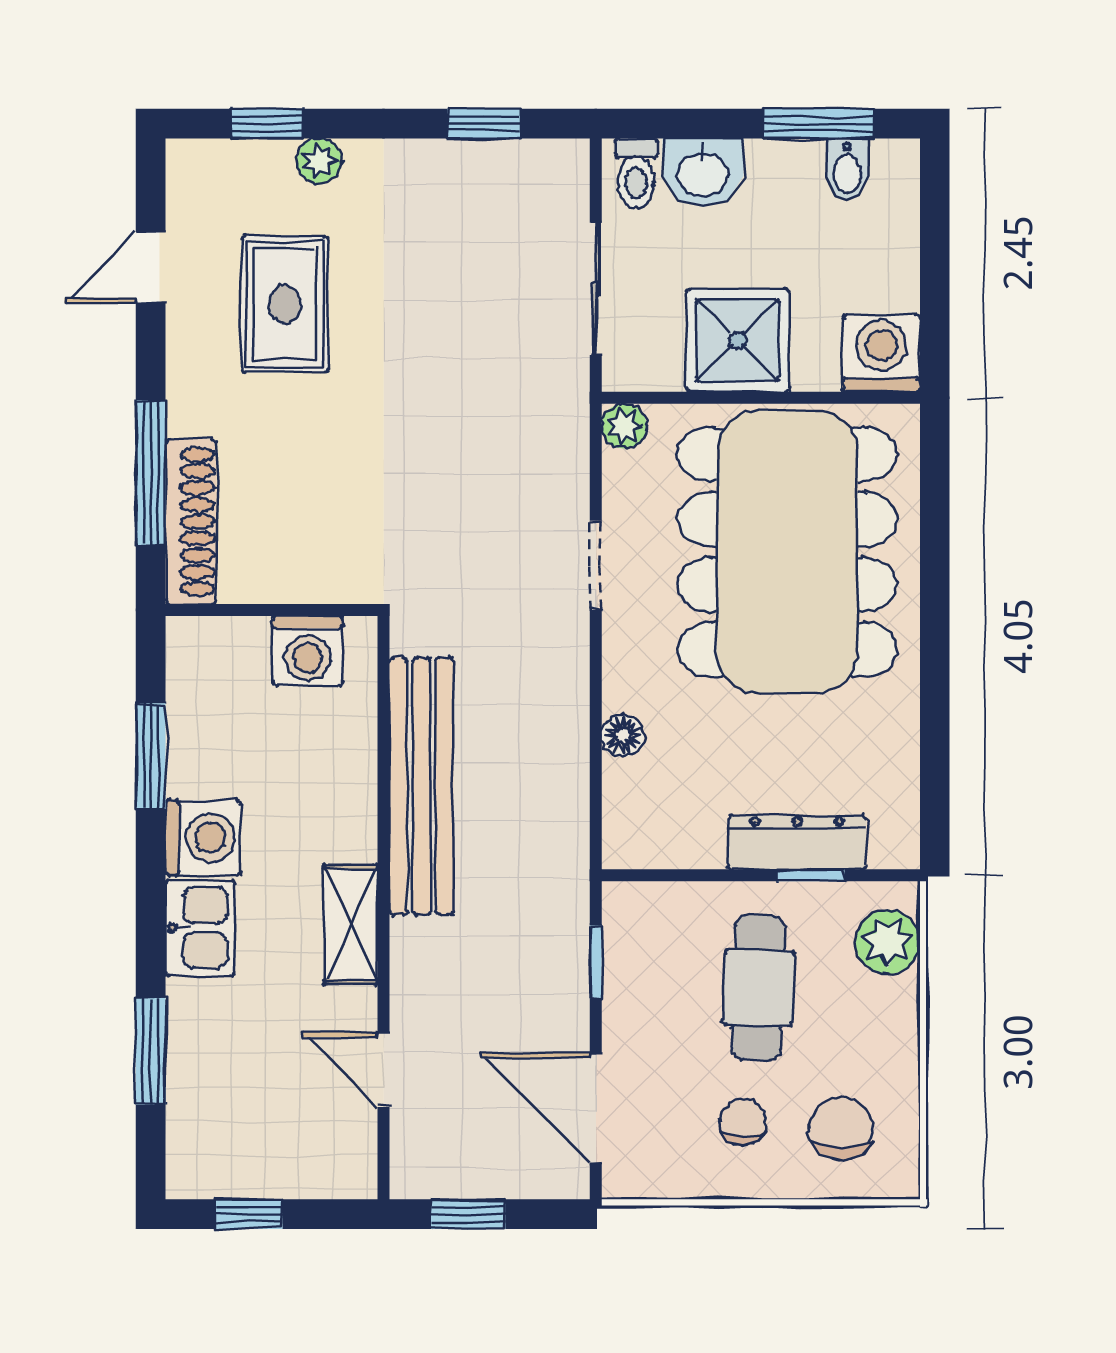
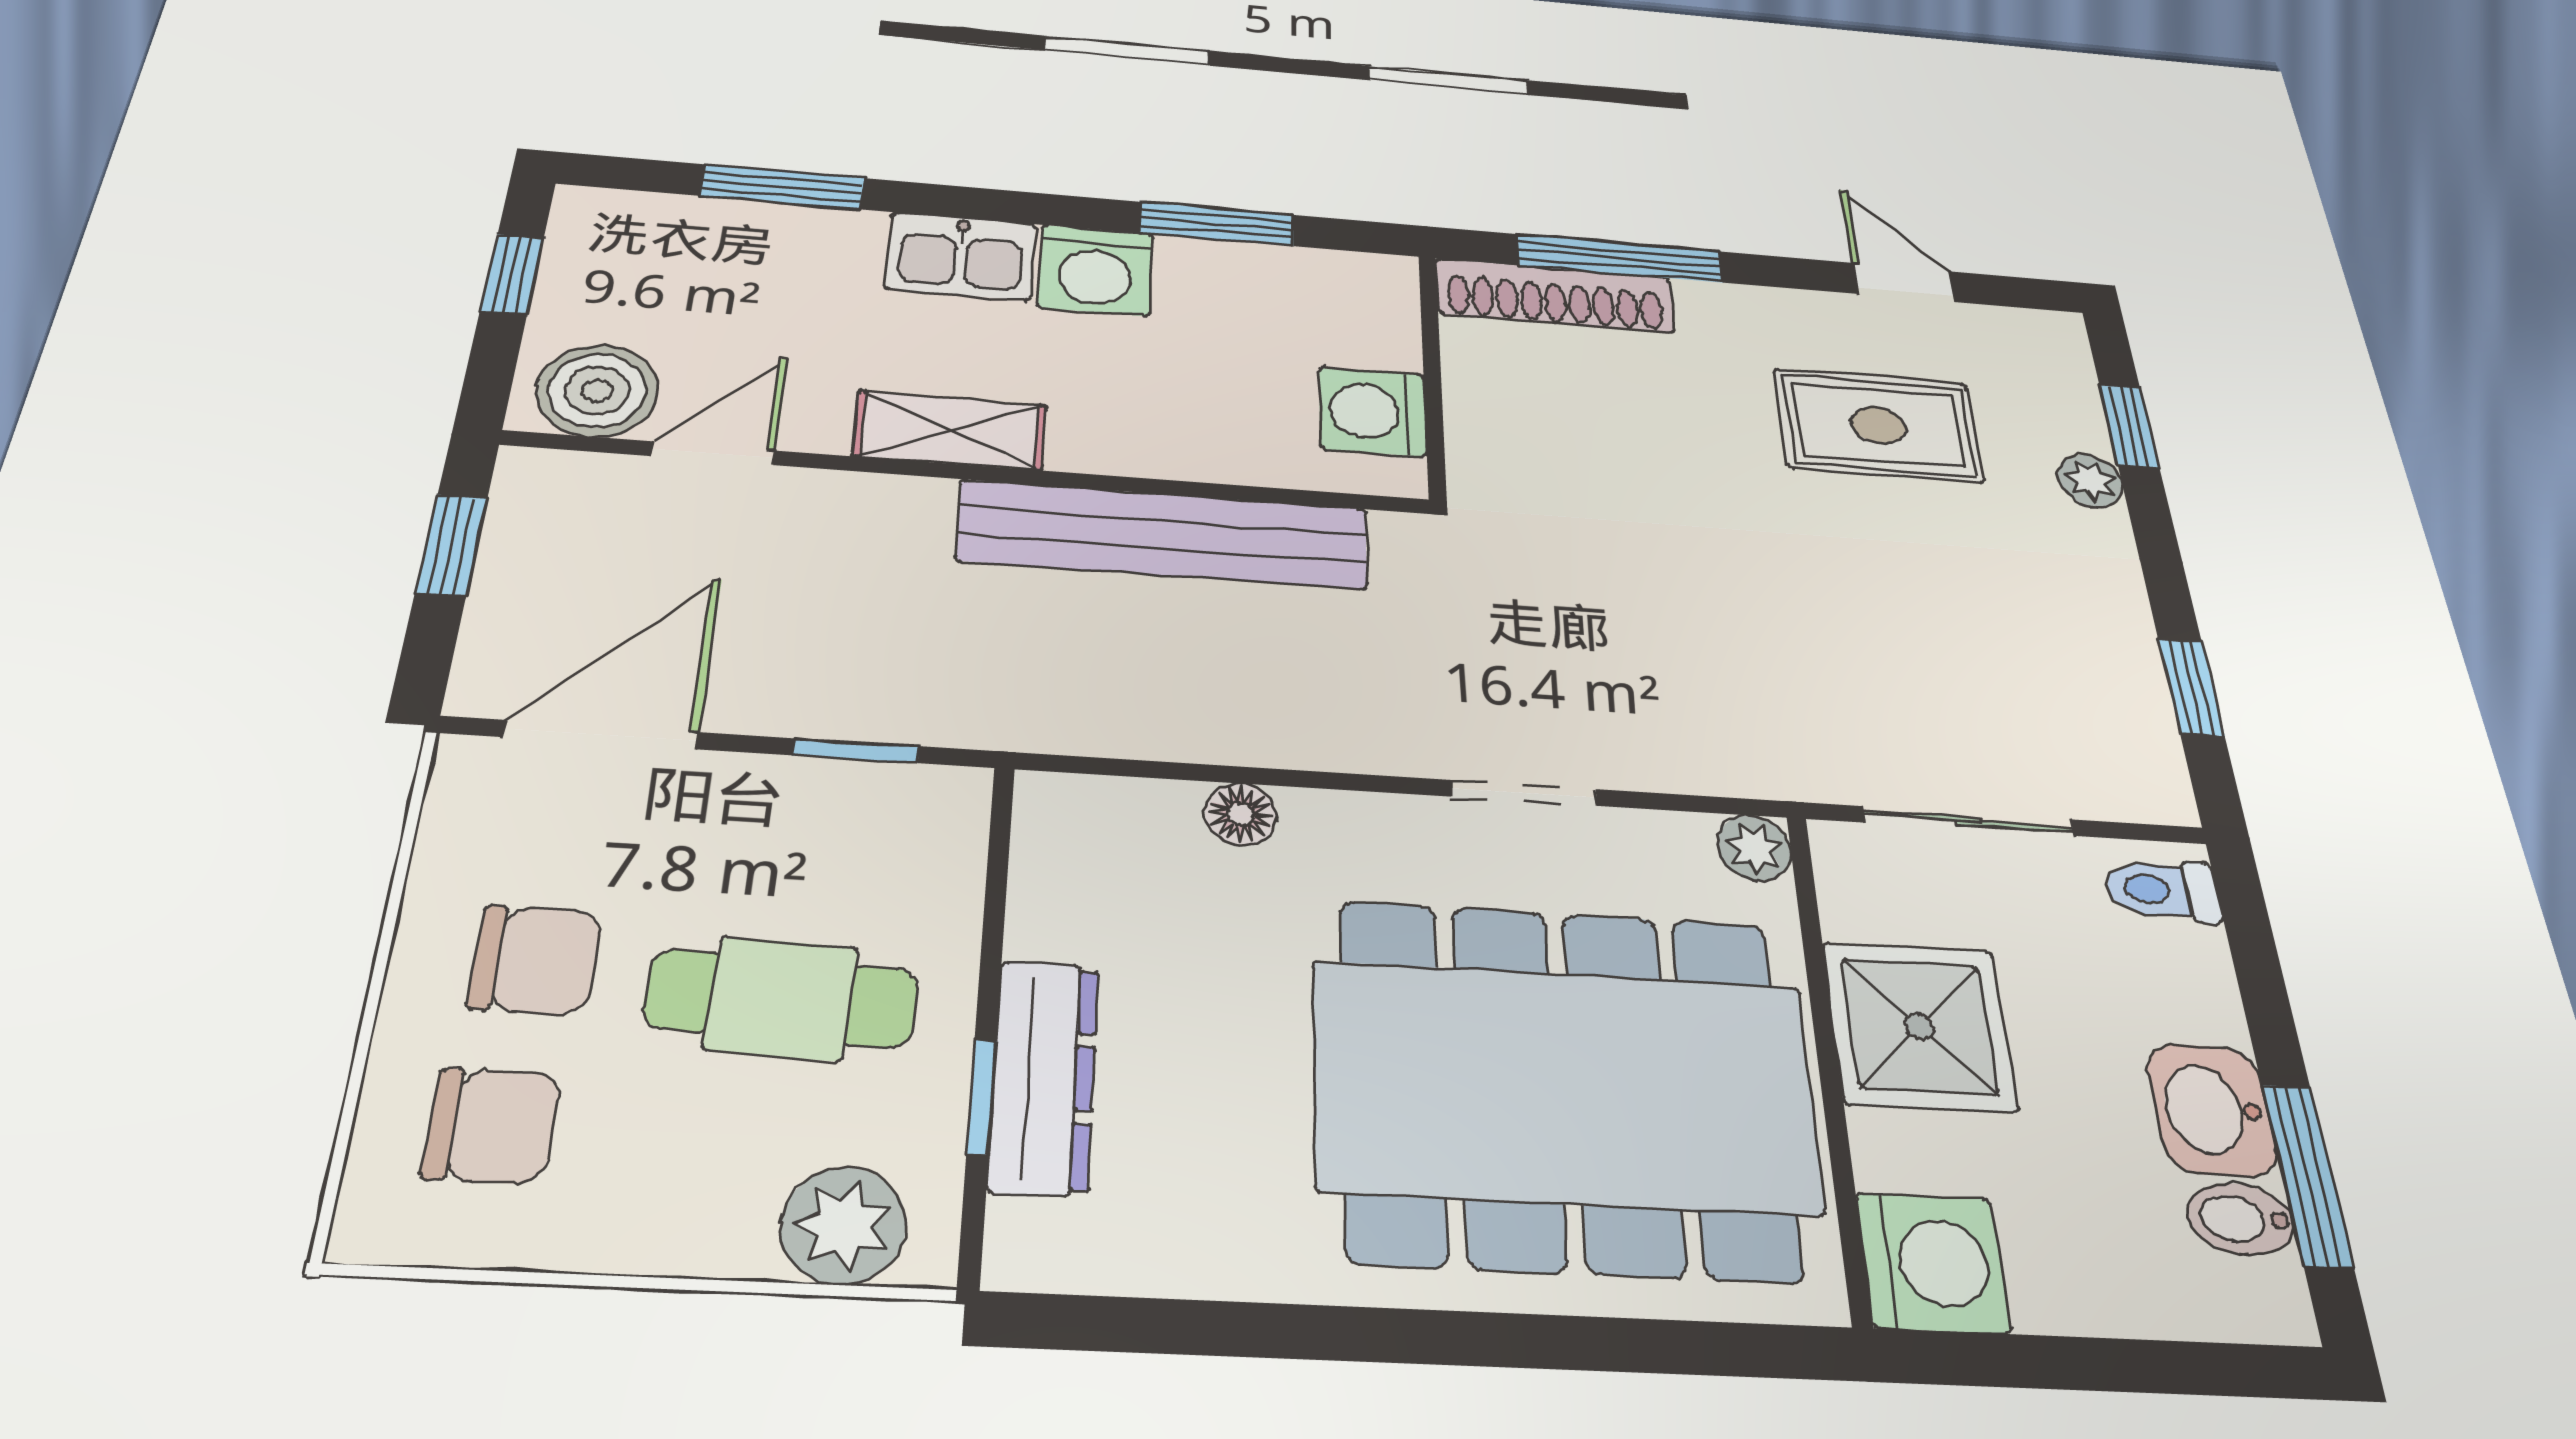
washbasin: (703, 172) -> (2211, 1110), moved
chair: (743, 1122) -> (535, 960), width x1.37, depth x1.37
boiler: (340, 1147) -> (597, 391), added

